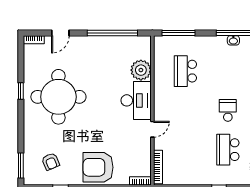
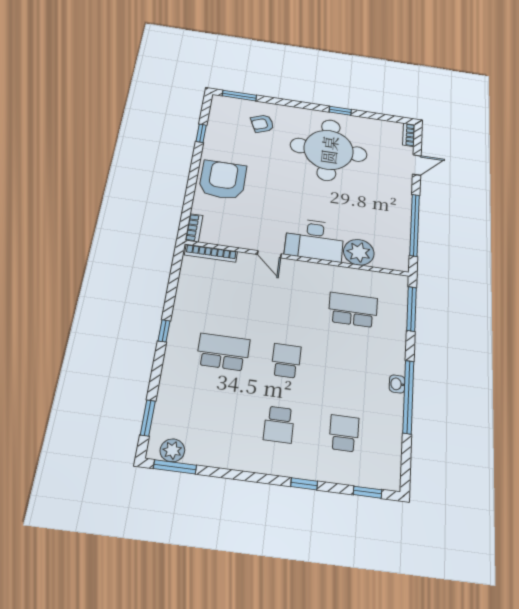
door: (60, 33) -> (417, 165), swing flipped
school desk: (228, 110) -> (286, 361), turned -90
armchair: (51, 162) -> (262, 124), moved

